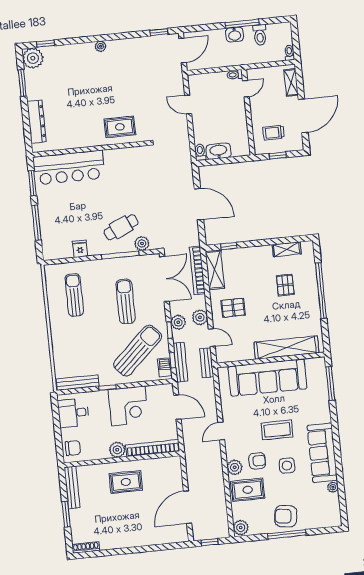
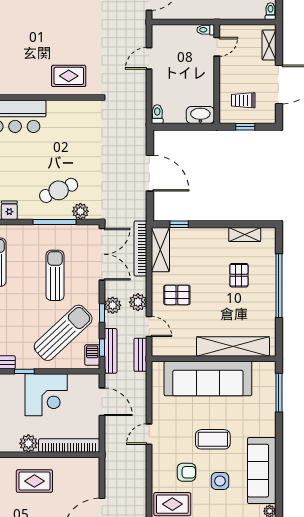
door: (188, 104) -> (149, 58), hinge flipped
washbasin: (219, 151) -> (200, 115), moved
plant: (235, 467) -> (160, 477), removed

